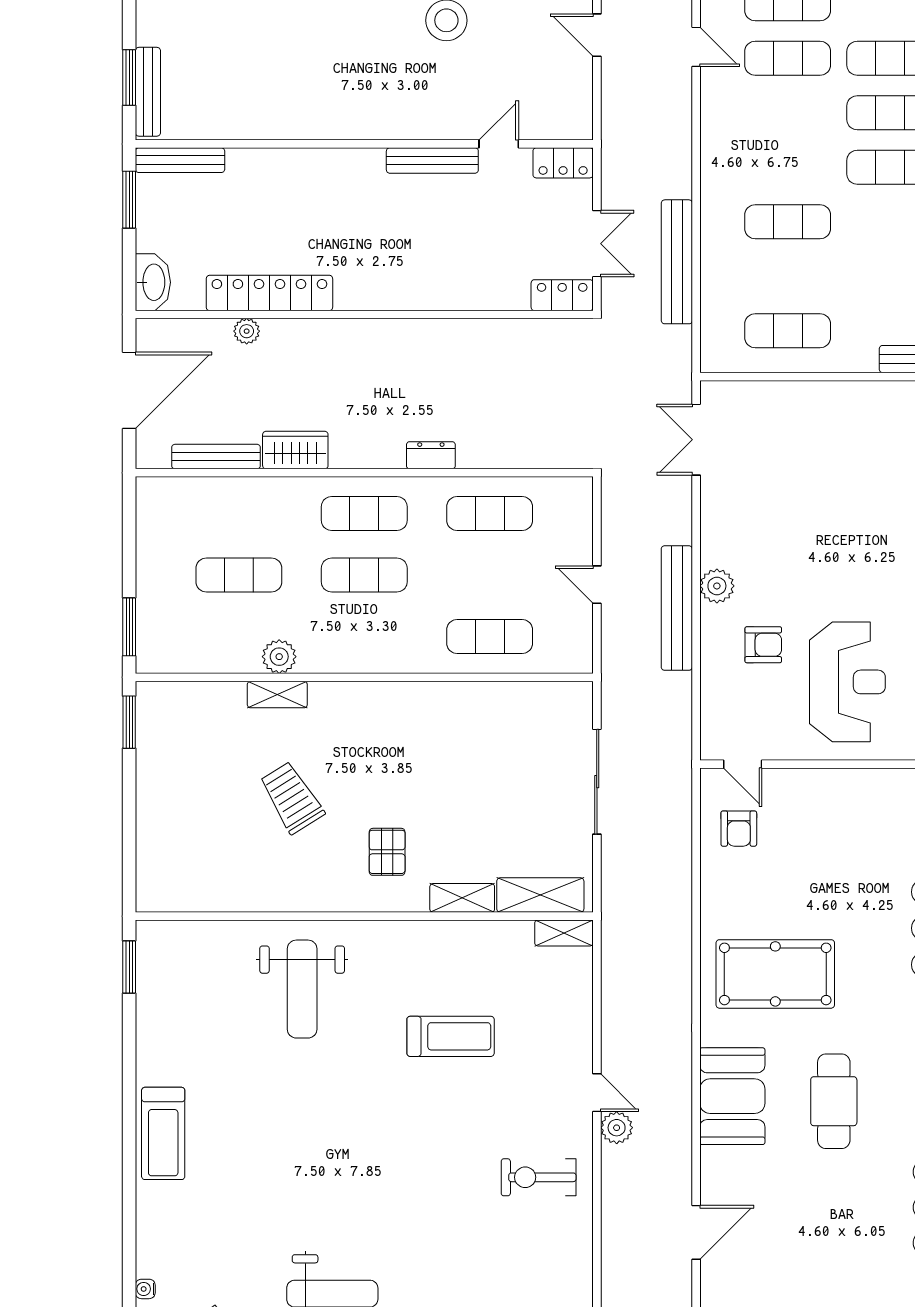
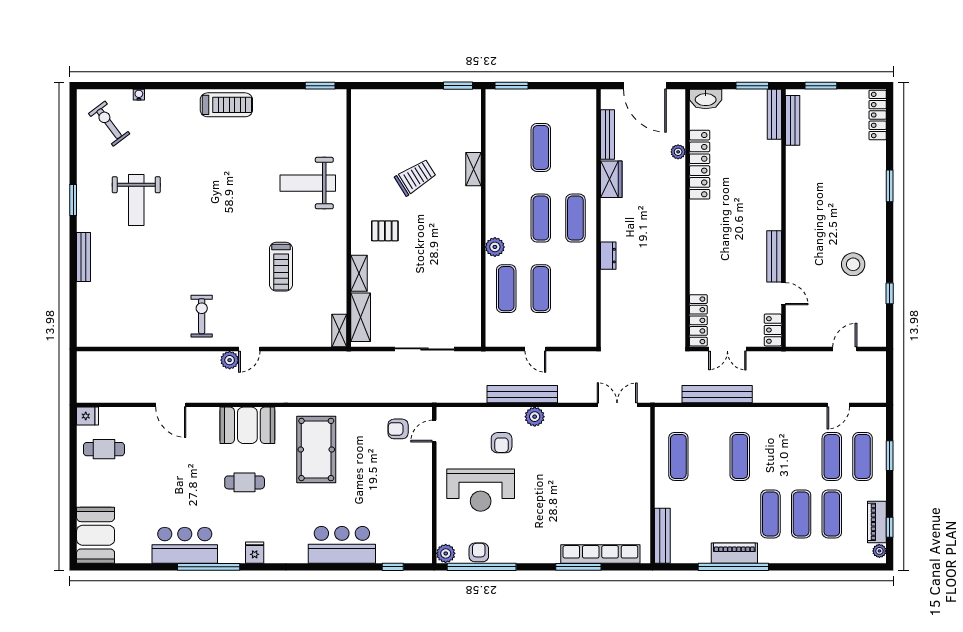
bench: (148, 92) -> (793, 120), moved, turned 90
locker: (562, 295) -> (698, 320), width x1.53
exercise mat: (490, 514) -> (541, 289), moved
door: (597, 585) -> (535, 349), swing flipped
plant: (279, 657) -> (495, 247), moved
cafe table: (834, 1101) -> (245, 482), width x0.73, depth x0.74
treadmill: (163, 1133) -> (226, 105), turned 180

